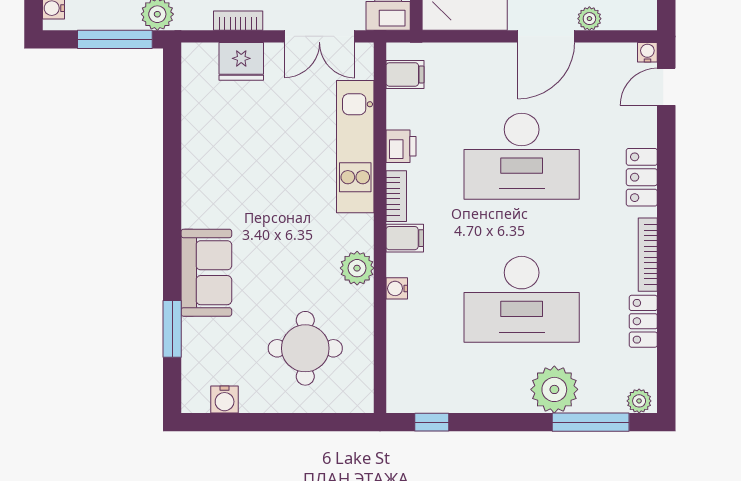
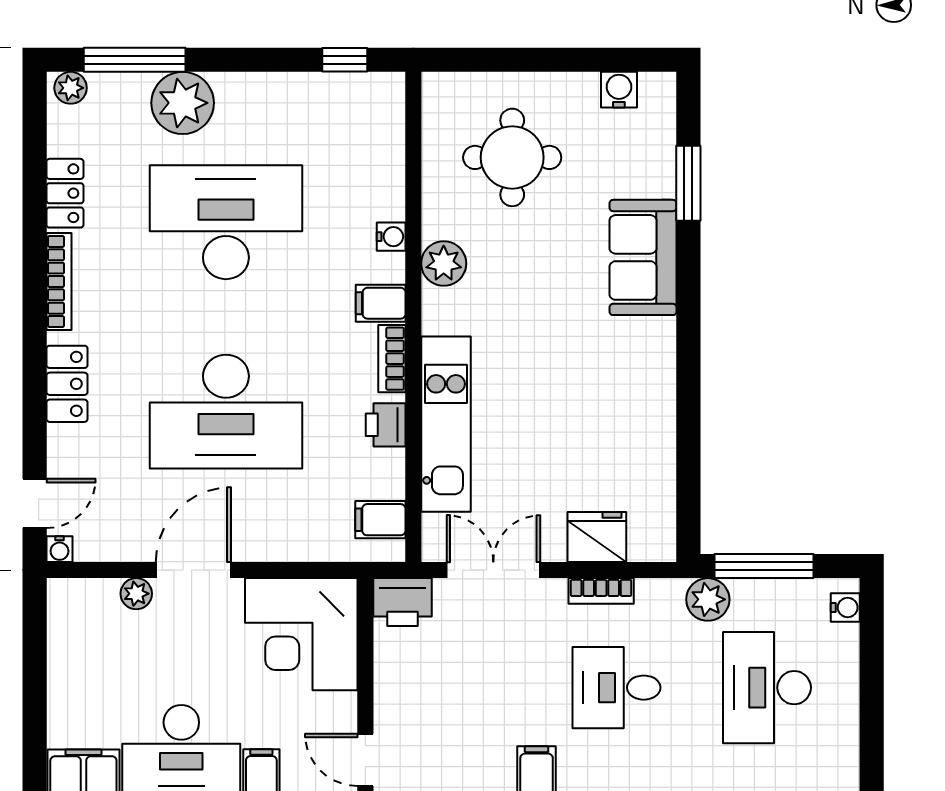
desk: (522, 156) -> (226, 412), turned 180

